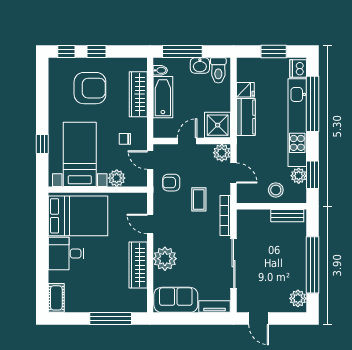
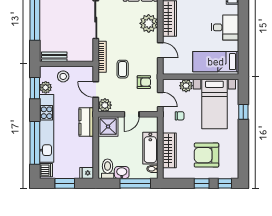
fridge: (245, 90) -> (87, 173), moved
kitchen counter: (246, 117) -> (86, 122), moved
bed: (78, 216) -> (216, 62), width x0.67

